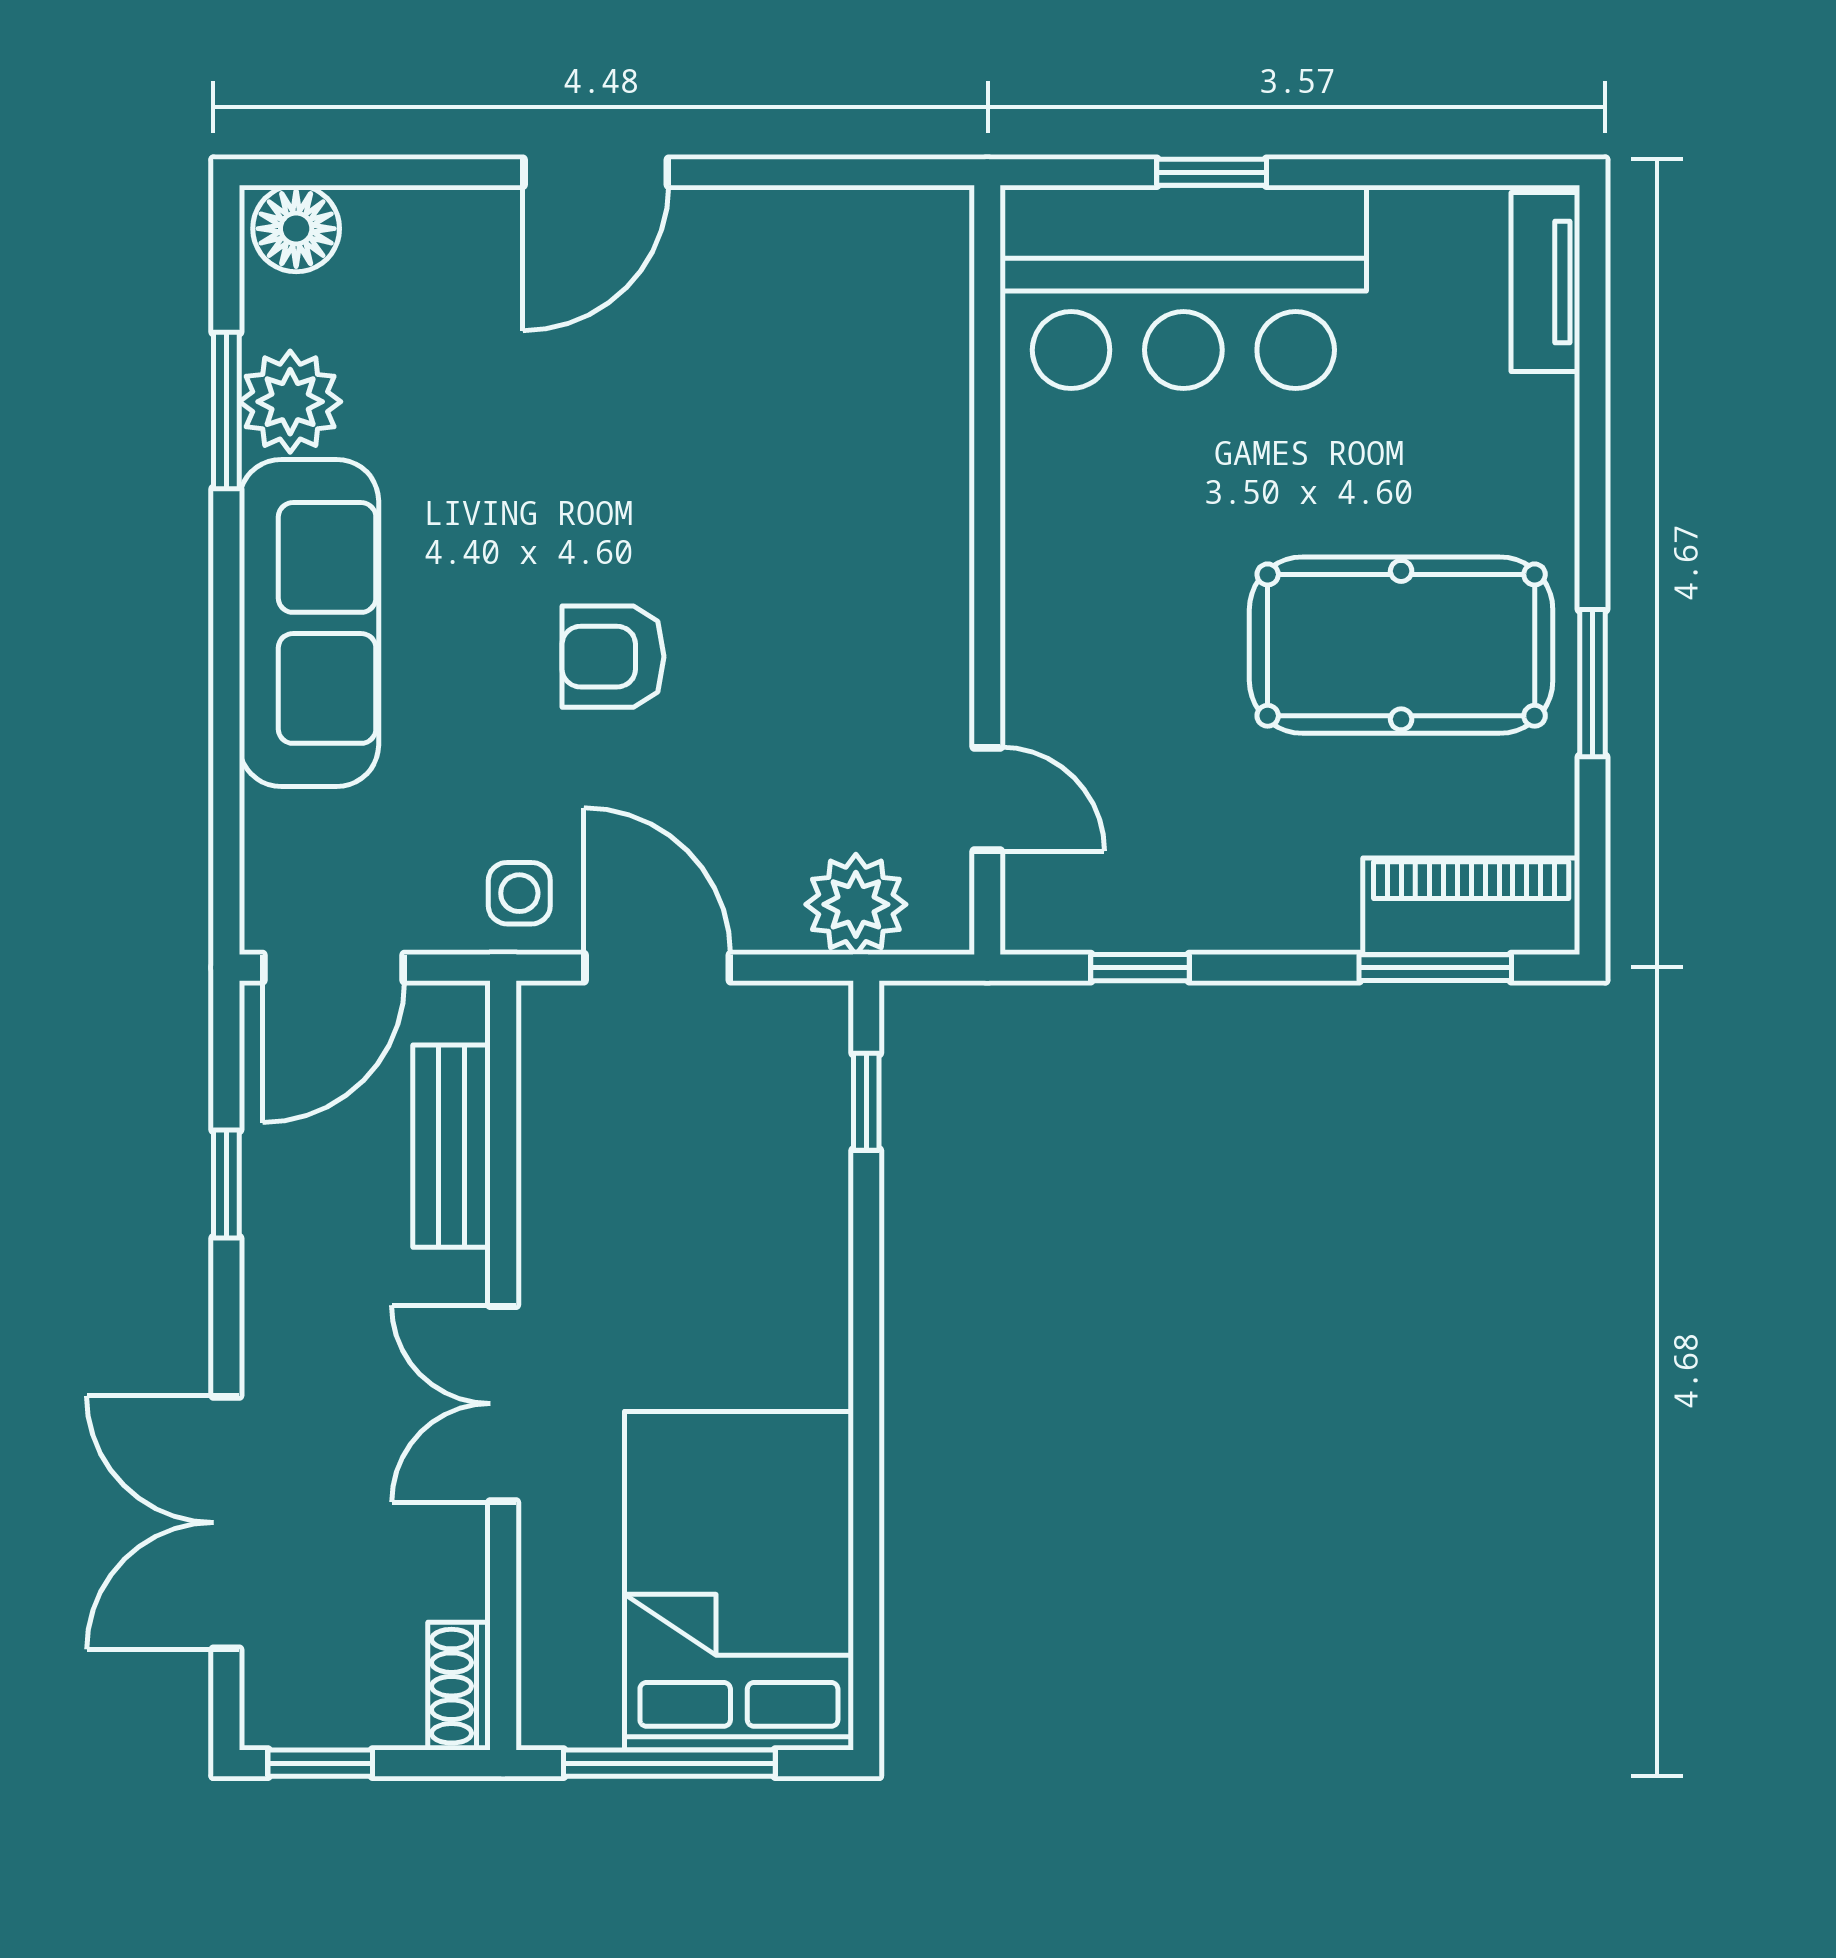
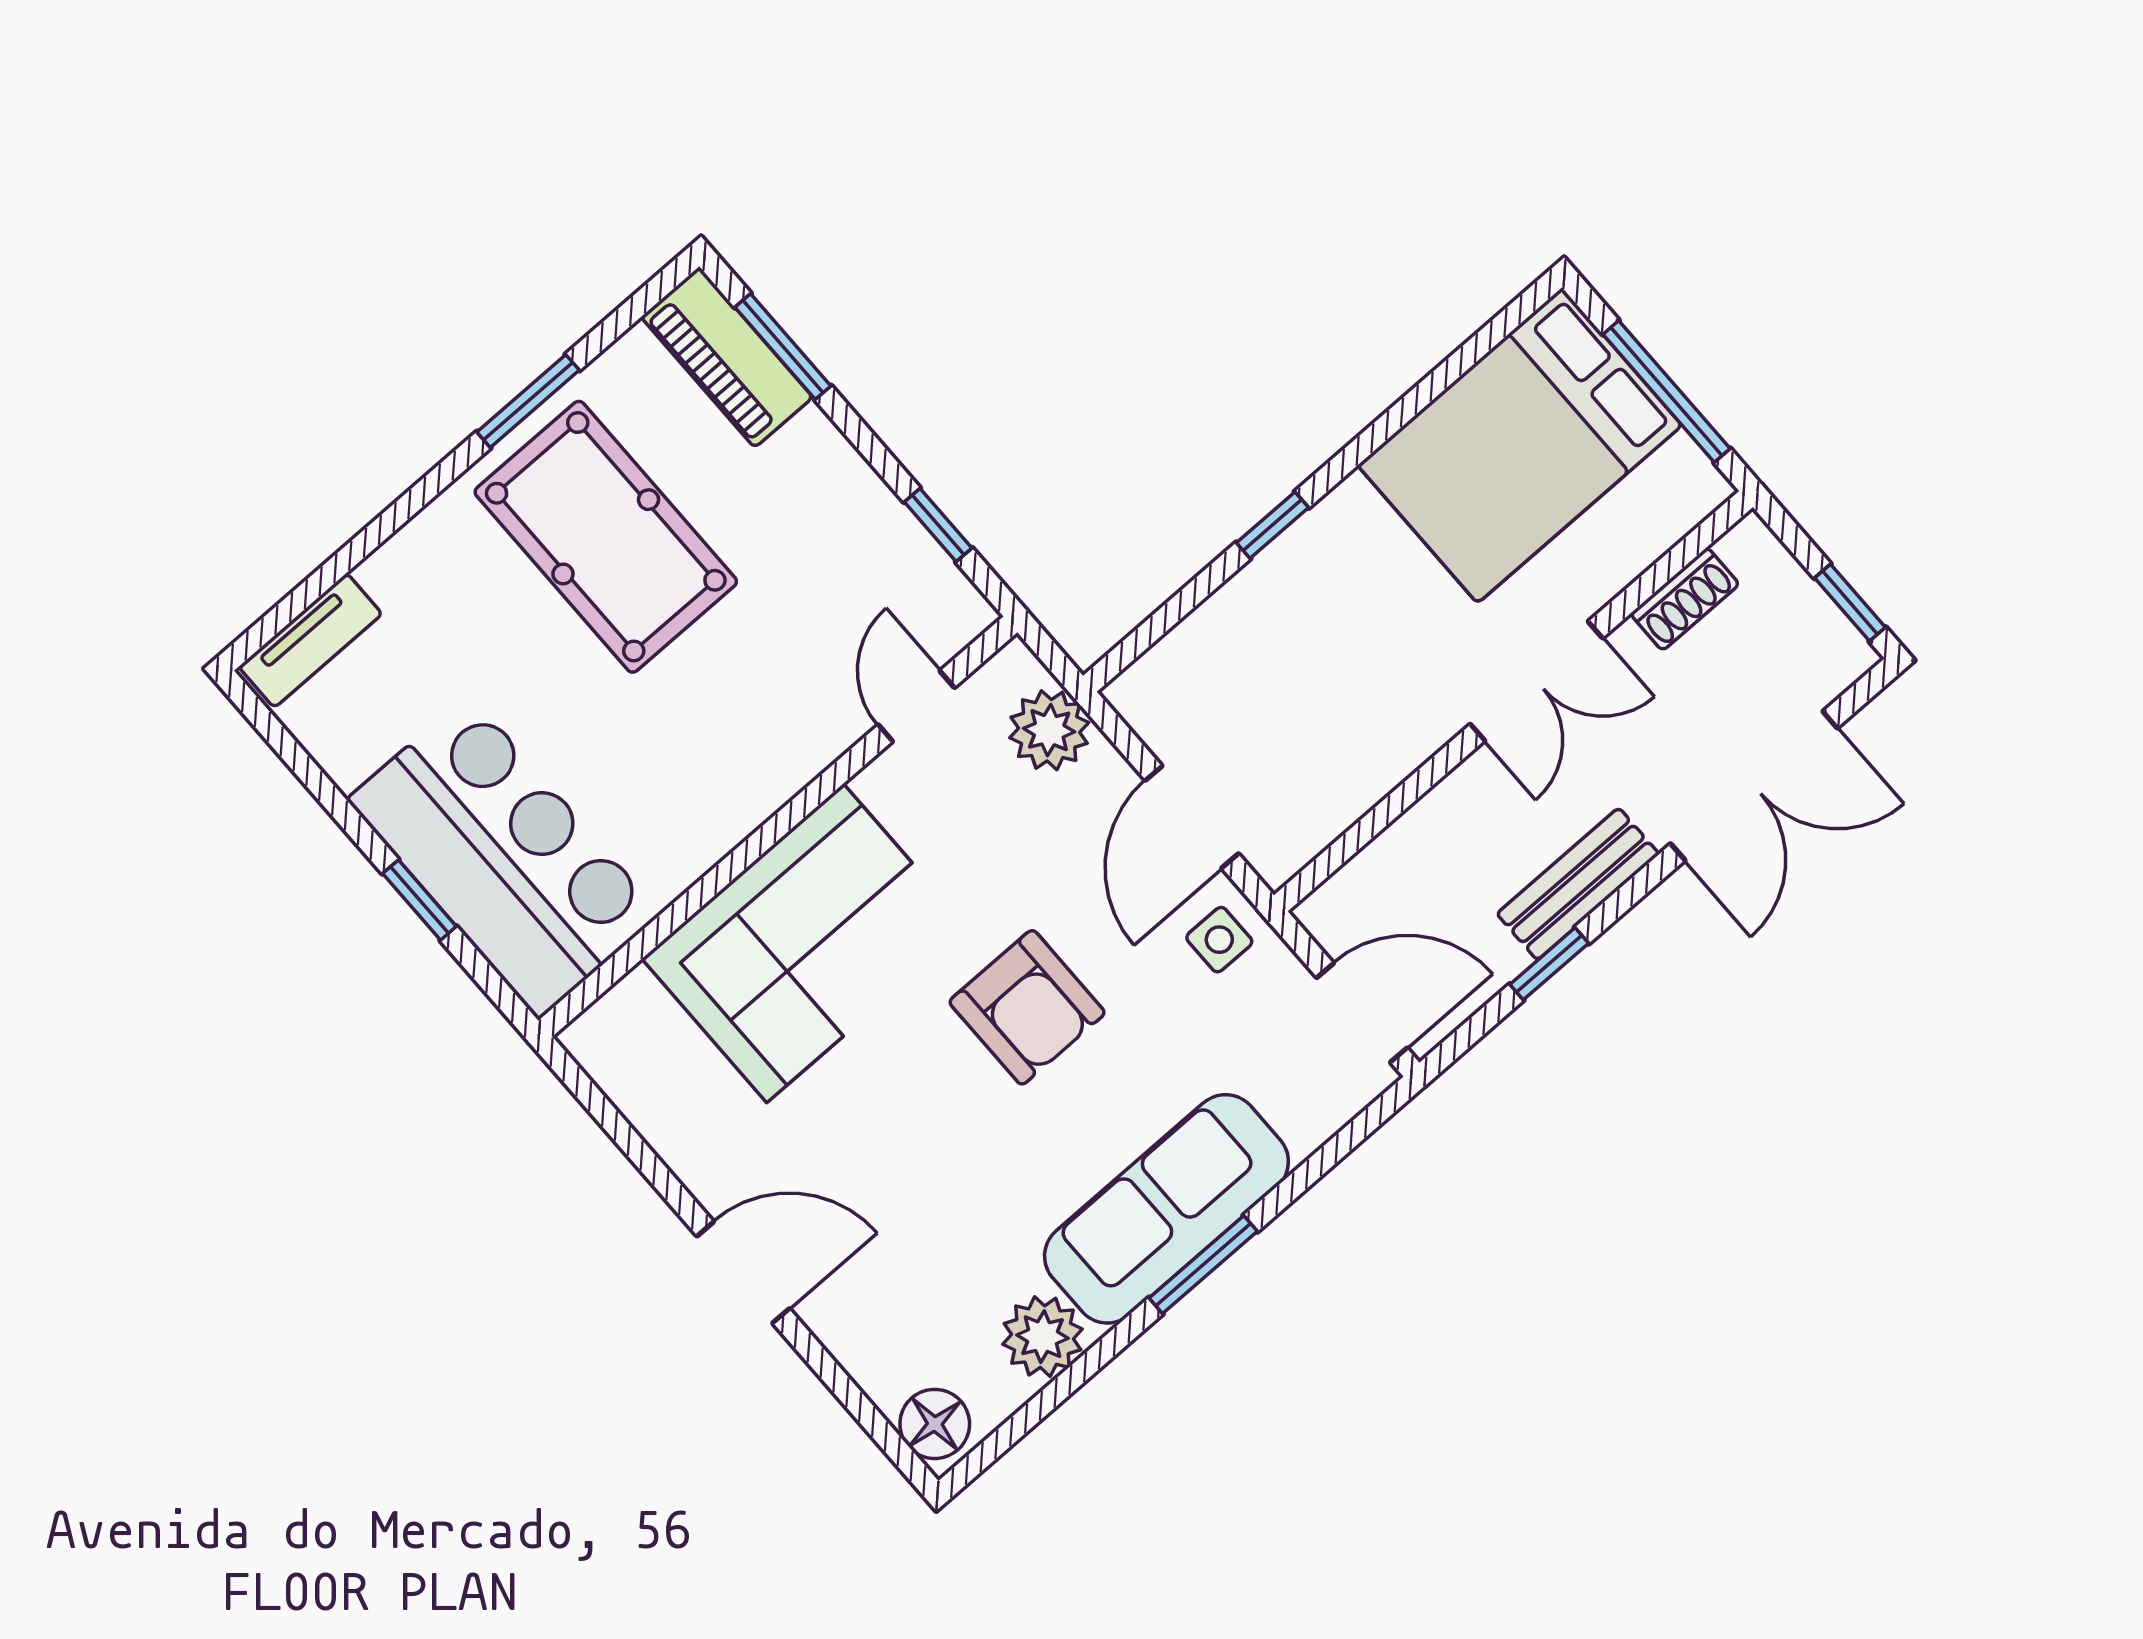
window: (226, 411) -> (1203, 1265), moved
corner sofa: (855, 500) -> (805, 943), added
armchair: (613, 657) -> (1027, 1007), width x1.38, depth x1.38
window: (866, 1102) -> (1272, 525), moved
bench: (451, 1146) -> (1578, 884), moved
shoe rack: (459, 1686) -> (1685, 599), moved

